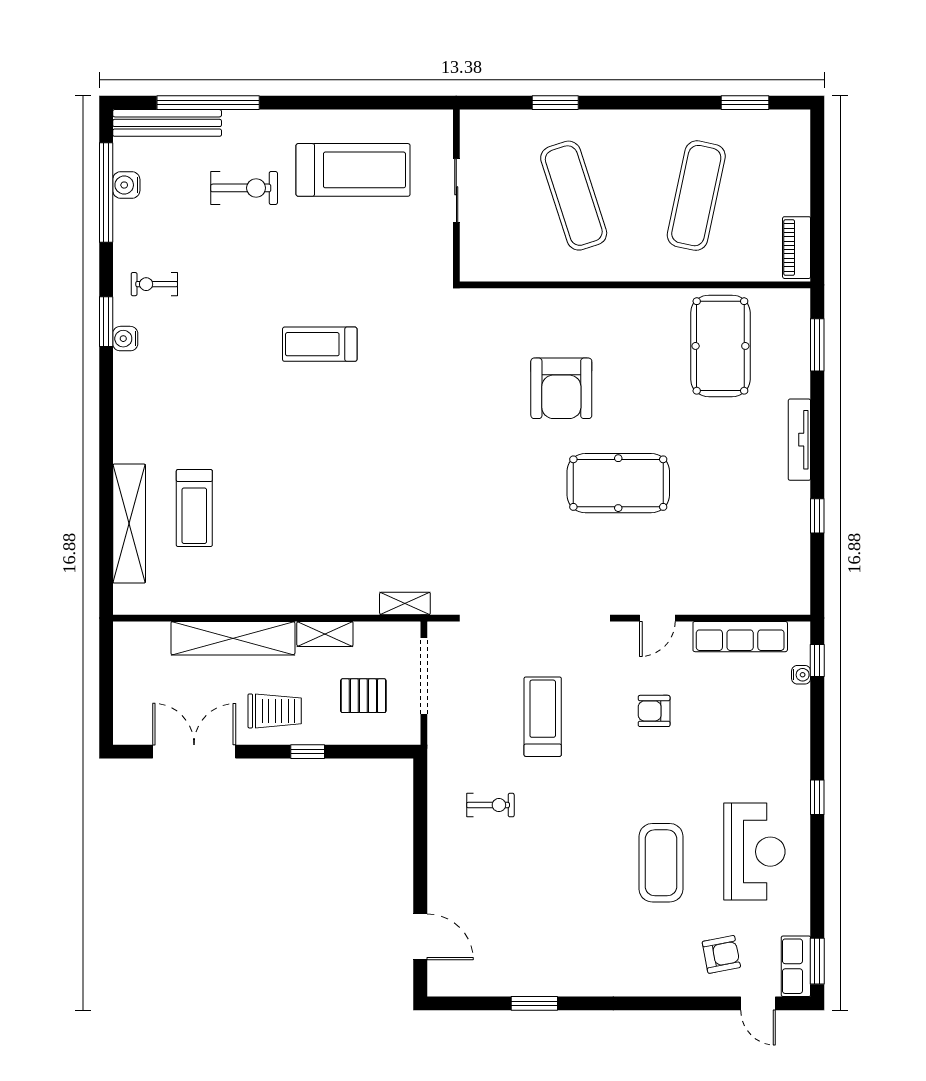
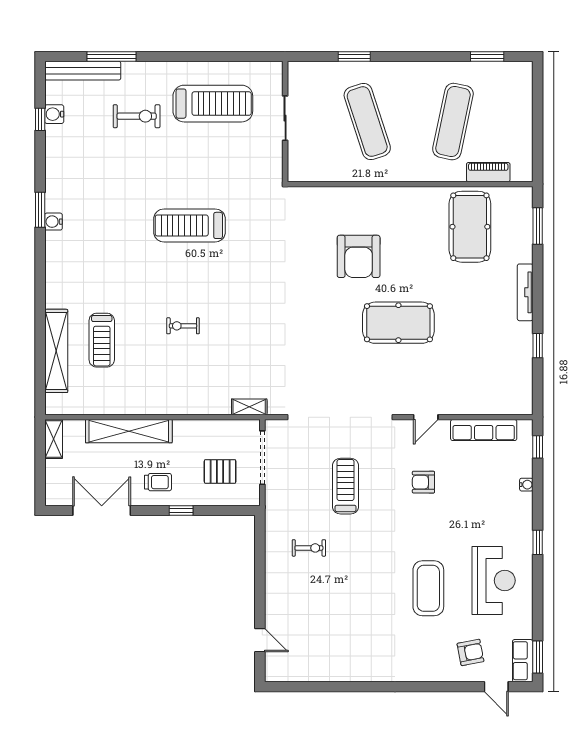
window: (208, 103) -> (111, 57), width x0.68
window: (106, 192) -> (40, 119), width x0.32
piano: (797, 248) -> (488, 172), moved, turned 90
exercise bike: (154, 284) -> (183, 326), moved
treadmill: (320, 344) -> (190, 225), width x1.37, depth x1.38
shelving: (325, 634) -> (54, 439), moved, turned 90
water cooler: (801, 675) -> (526, 485), moved
trolley: (275, 711) -> (158, 482), width x0.73, depth x0.72
door: (420, 937) -> (260, 640), width x0.73
window: (534, 1003) -> (340, 687), removed

